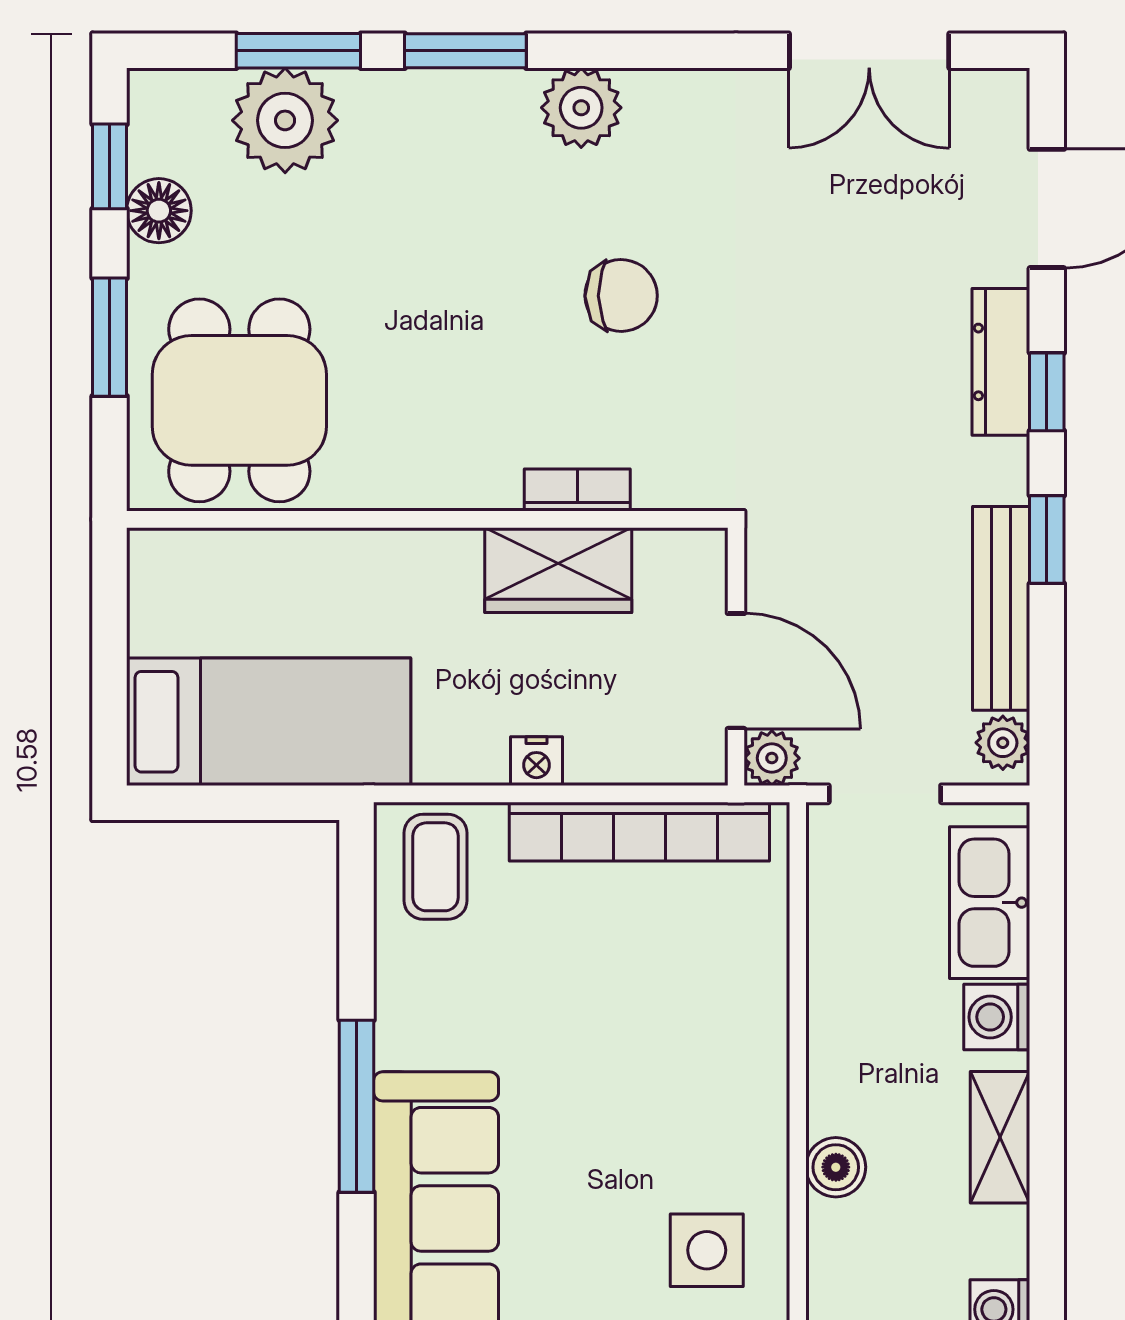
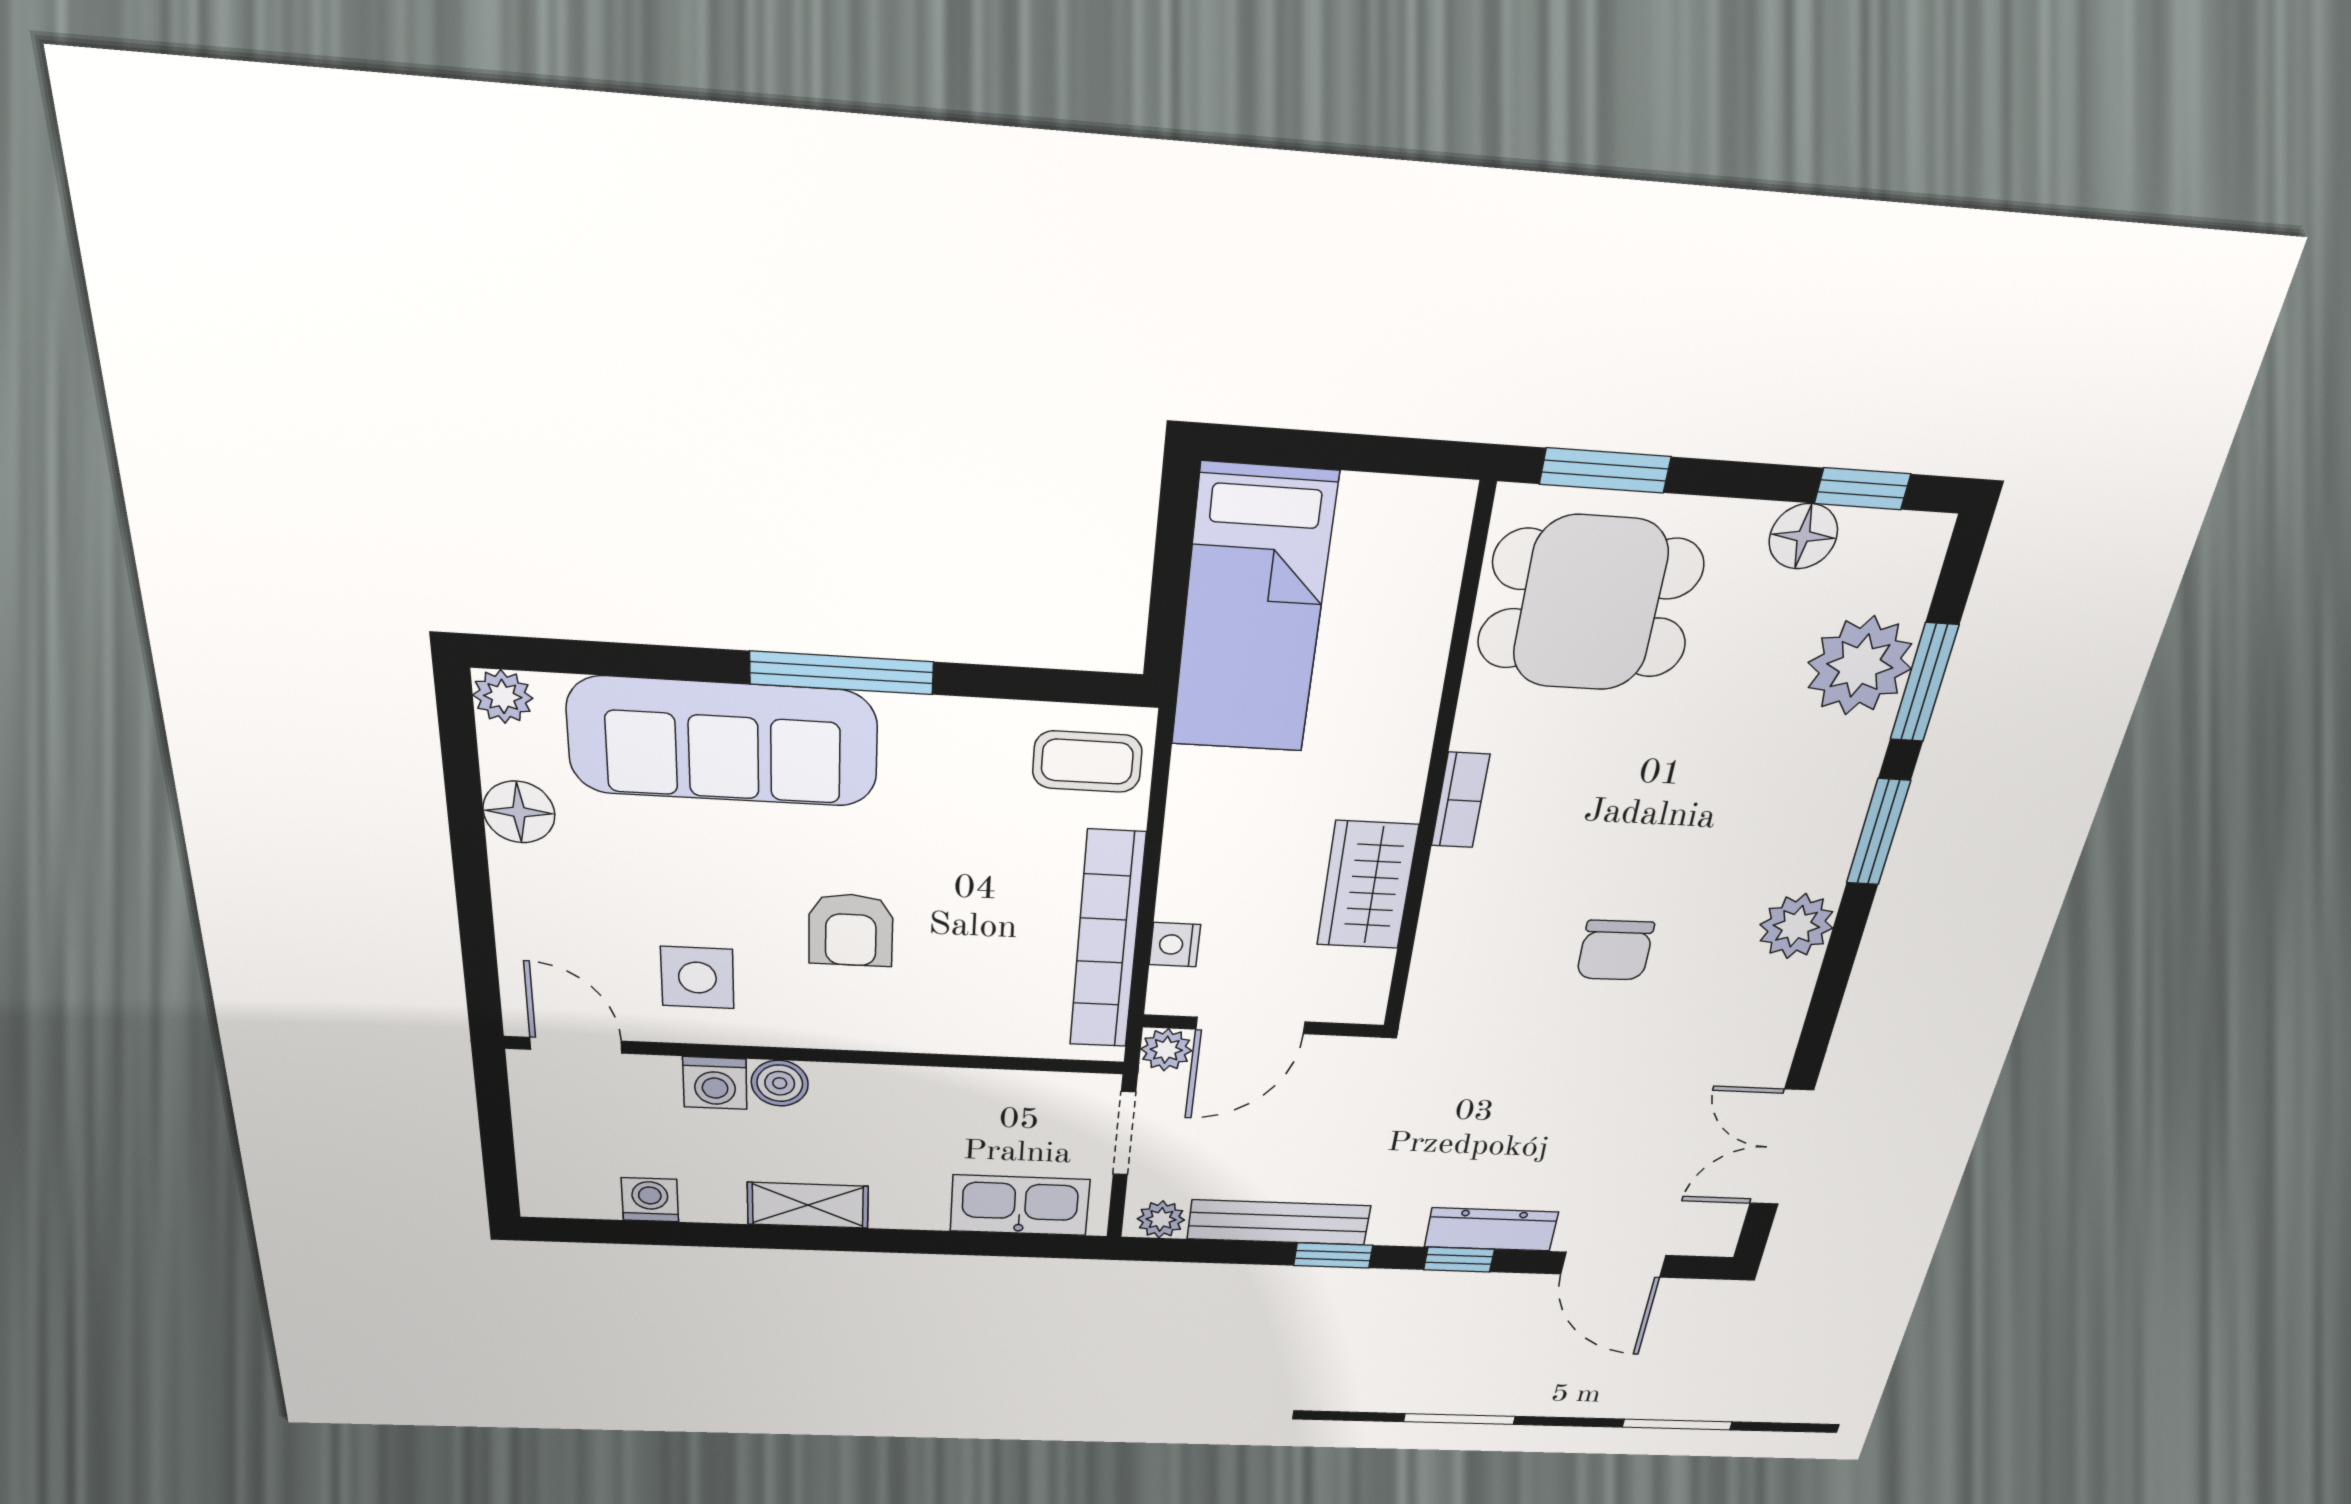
window: (110, 337) -> (1605, 470), moved
bookcase: (577, 490) -> (1460, 800), moved
nightstand: (536, 761) -> (1175, 945), moved
washing machine: (997, 1017) -> (715, 1083), moved, turned 180
armchair: (641, 1094) -> (851, 930), added

